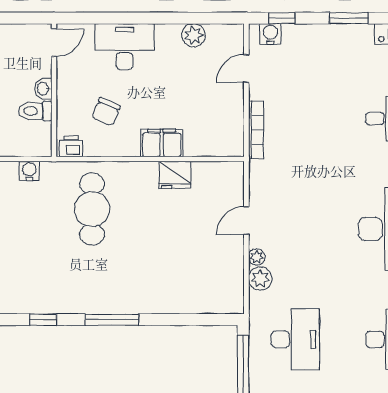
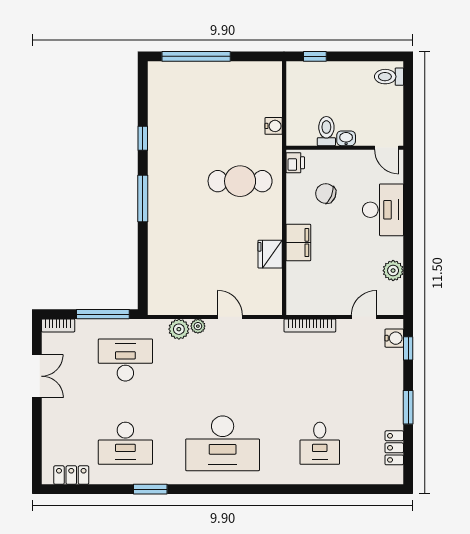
door: (246, 68) -> (364, 317), hinge flipped
desk: (295, 339) -> (125, 360), turned 180

